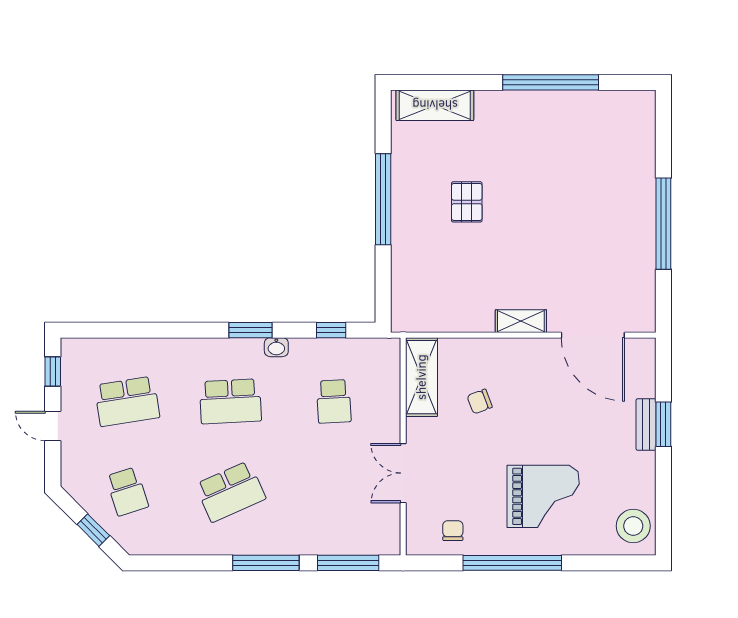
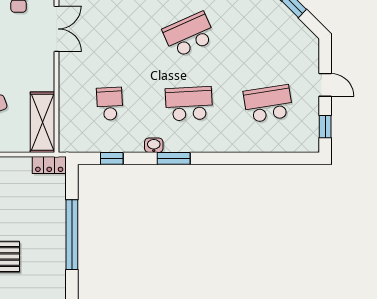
window: (383, 199) -> (72, 235), moved
locker: (413, 321) -> (49, 165), added
double door: (403, 473) -> (57, 29), moved
school desk: (127, 491) -> (268, 35), removed

